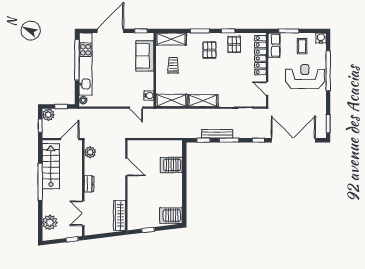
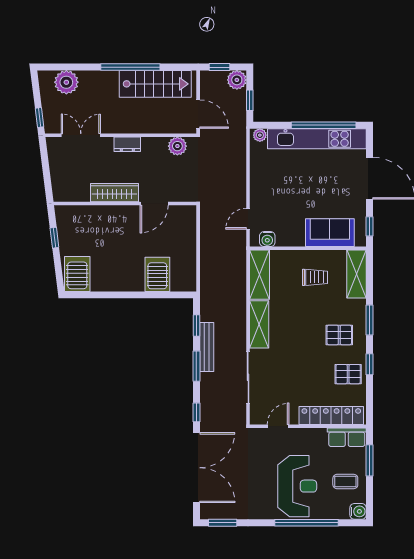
wardrobe: (119, 215) -> (114, 193), moved

